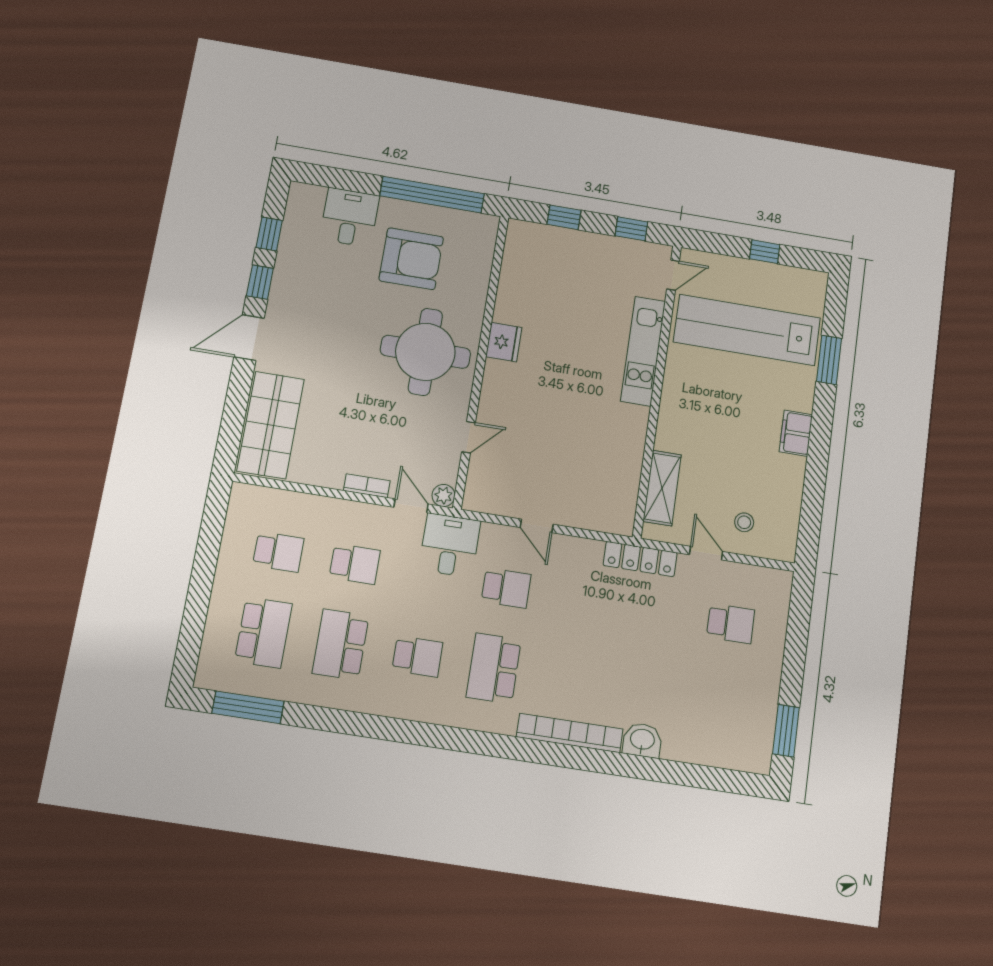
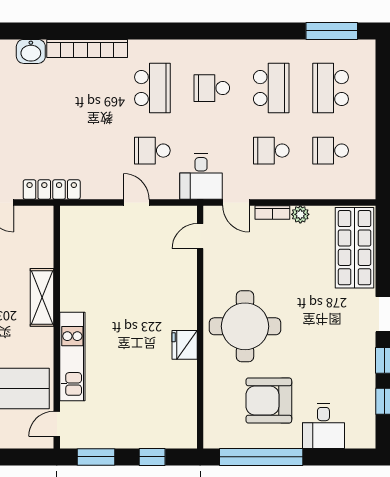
window: (631, 229) -> (96, 457), width x1.50
door: (468, 437) -> (200, 236), moved
shelving: (662, 488) -> (42, 297), moved
plant: (443, 496) -> (300, 214), moved

